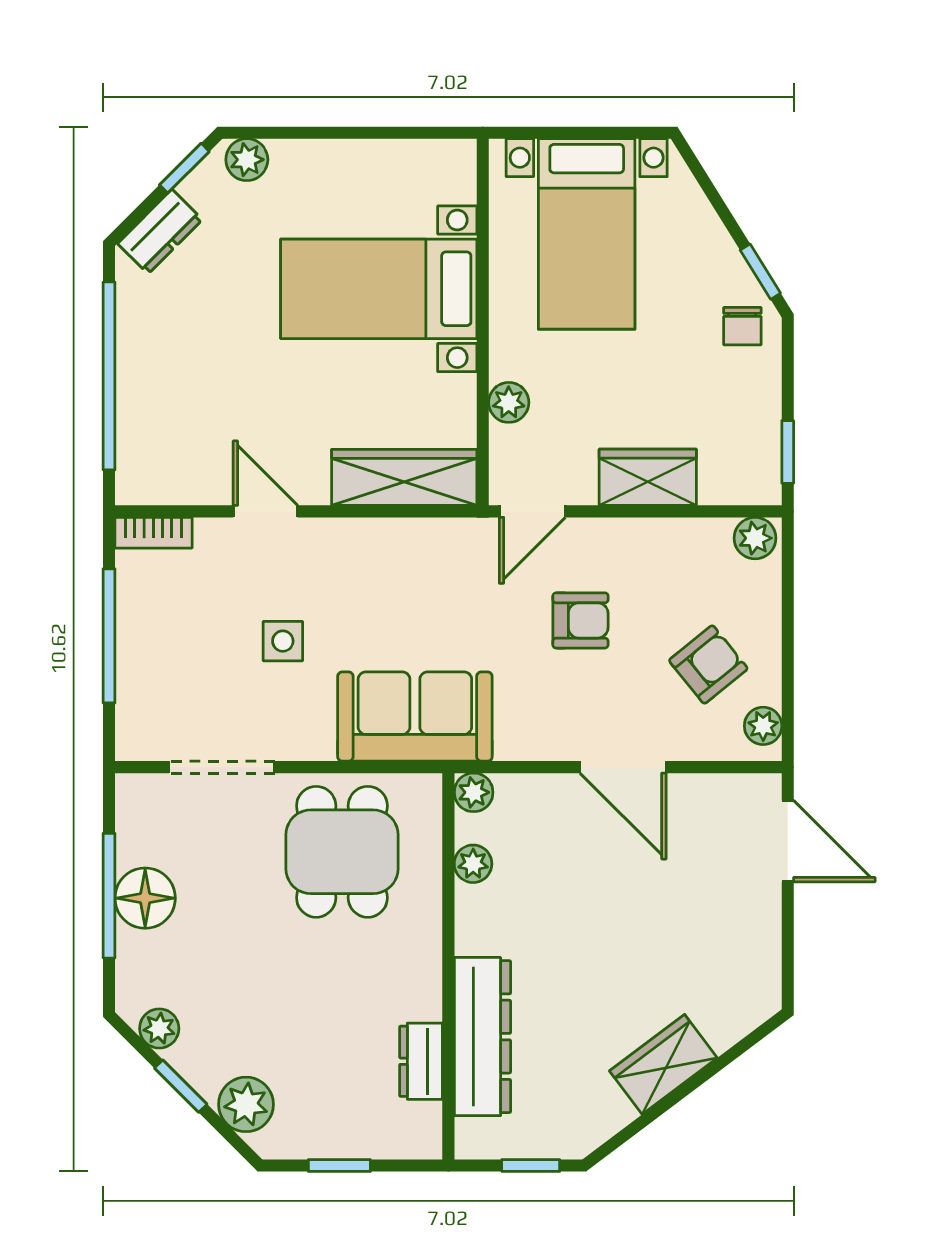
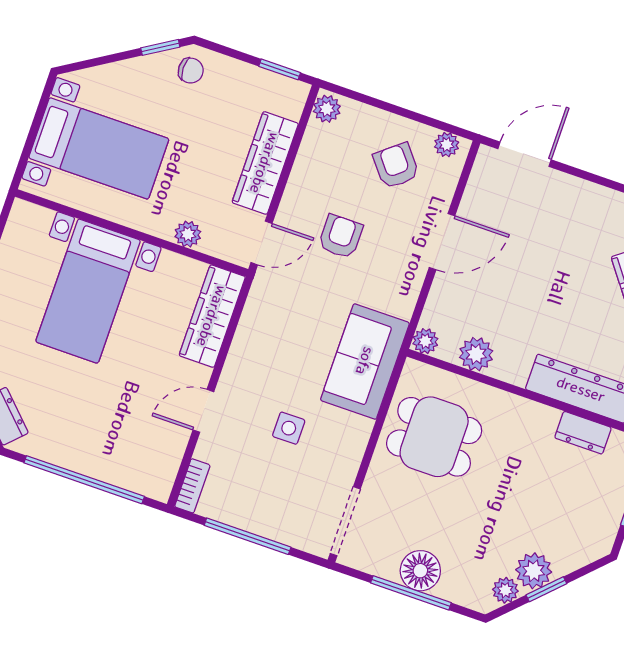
wardrobe: (648, 477) -> (265, 163), width x1.50
door: (532, 511) -> (261, 243), hinge flipped
doorway: (222, 767) -> (345, 521), moved
plant: (473, 864) -> (476, 354), width x1.38, depth x1.38
plant: (246, 1104) -> (534, 571), moved

